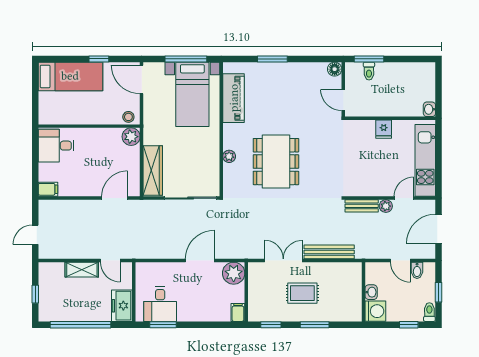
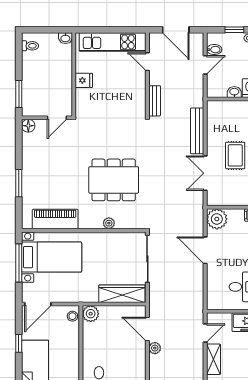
toilet: (369, 71) -> (30, 46), moved
plant: (386, 206) -> (155, 348), moved

